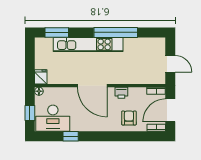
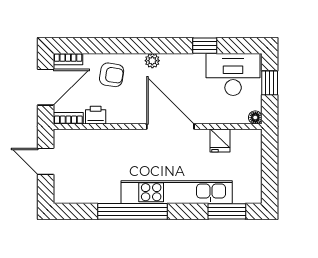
fridge: (41, 77) -> (220, 140), moved
printer: (121, 93) -> (96, 115), moved
armchair: (129, 118) -> (112, 75), turned -81
plant: (103, 127) -> (152, 61), added

